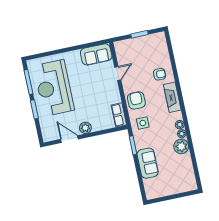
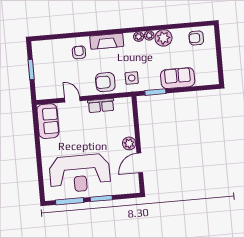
row of seats: (119, 115) -> (101, 105), moved
armchair: (185, 175) -> (196, 38), added

